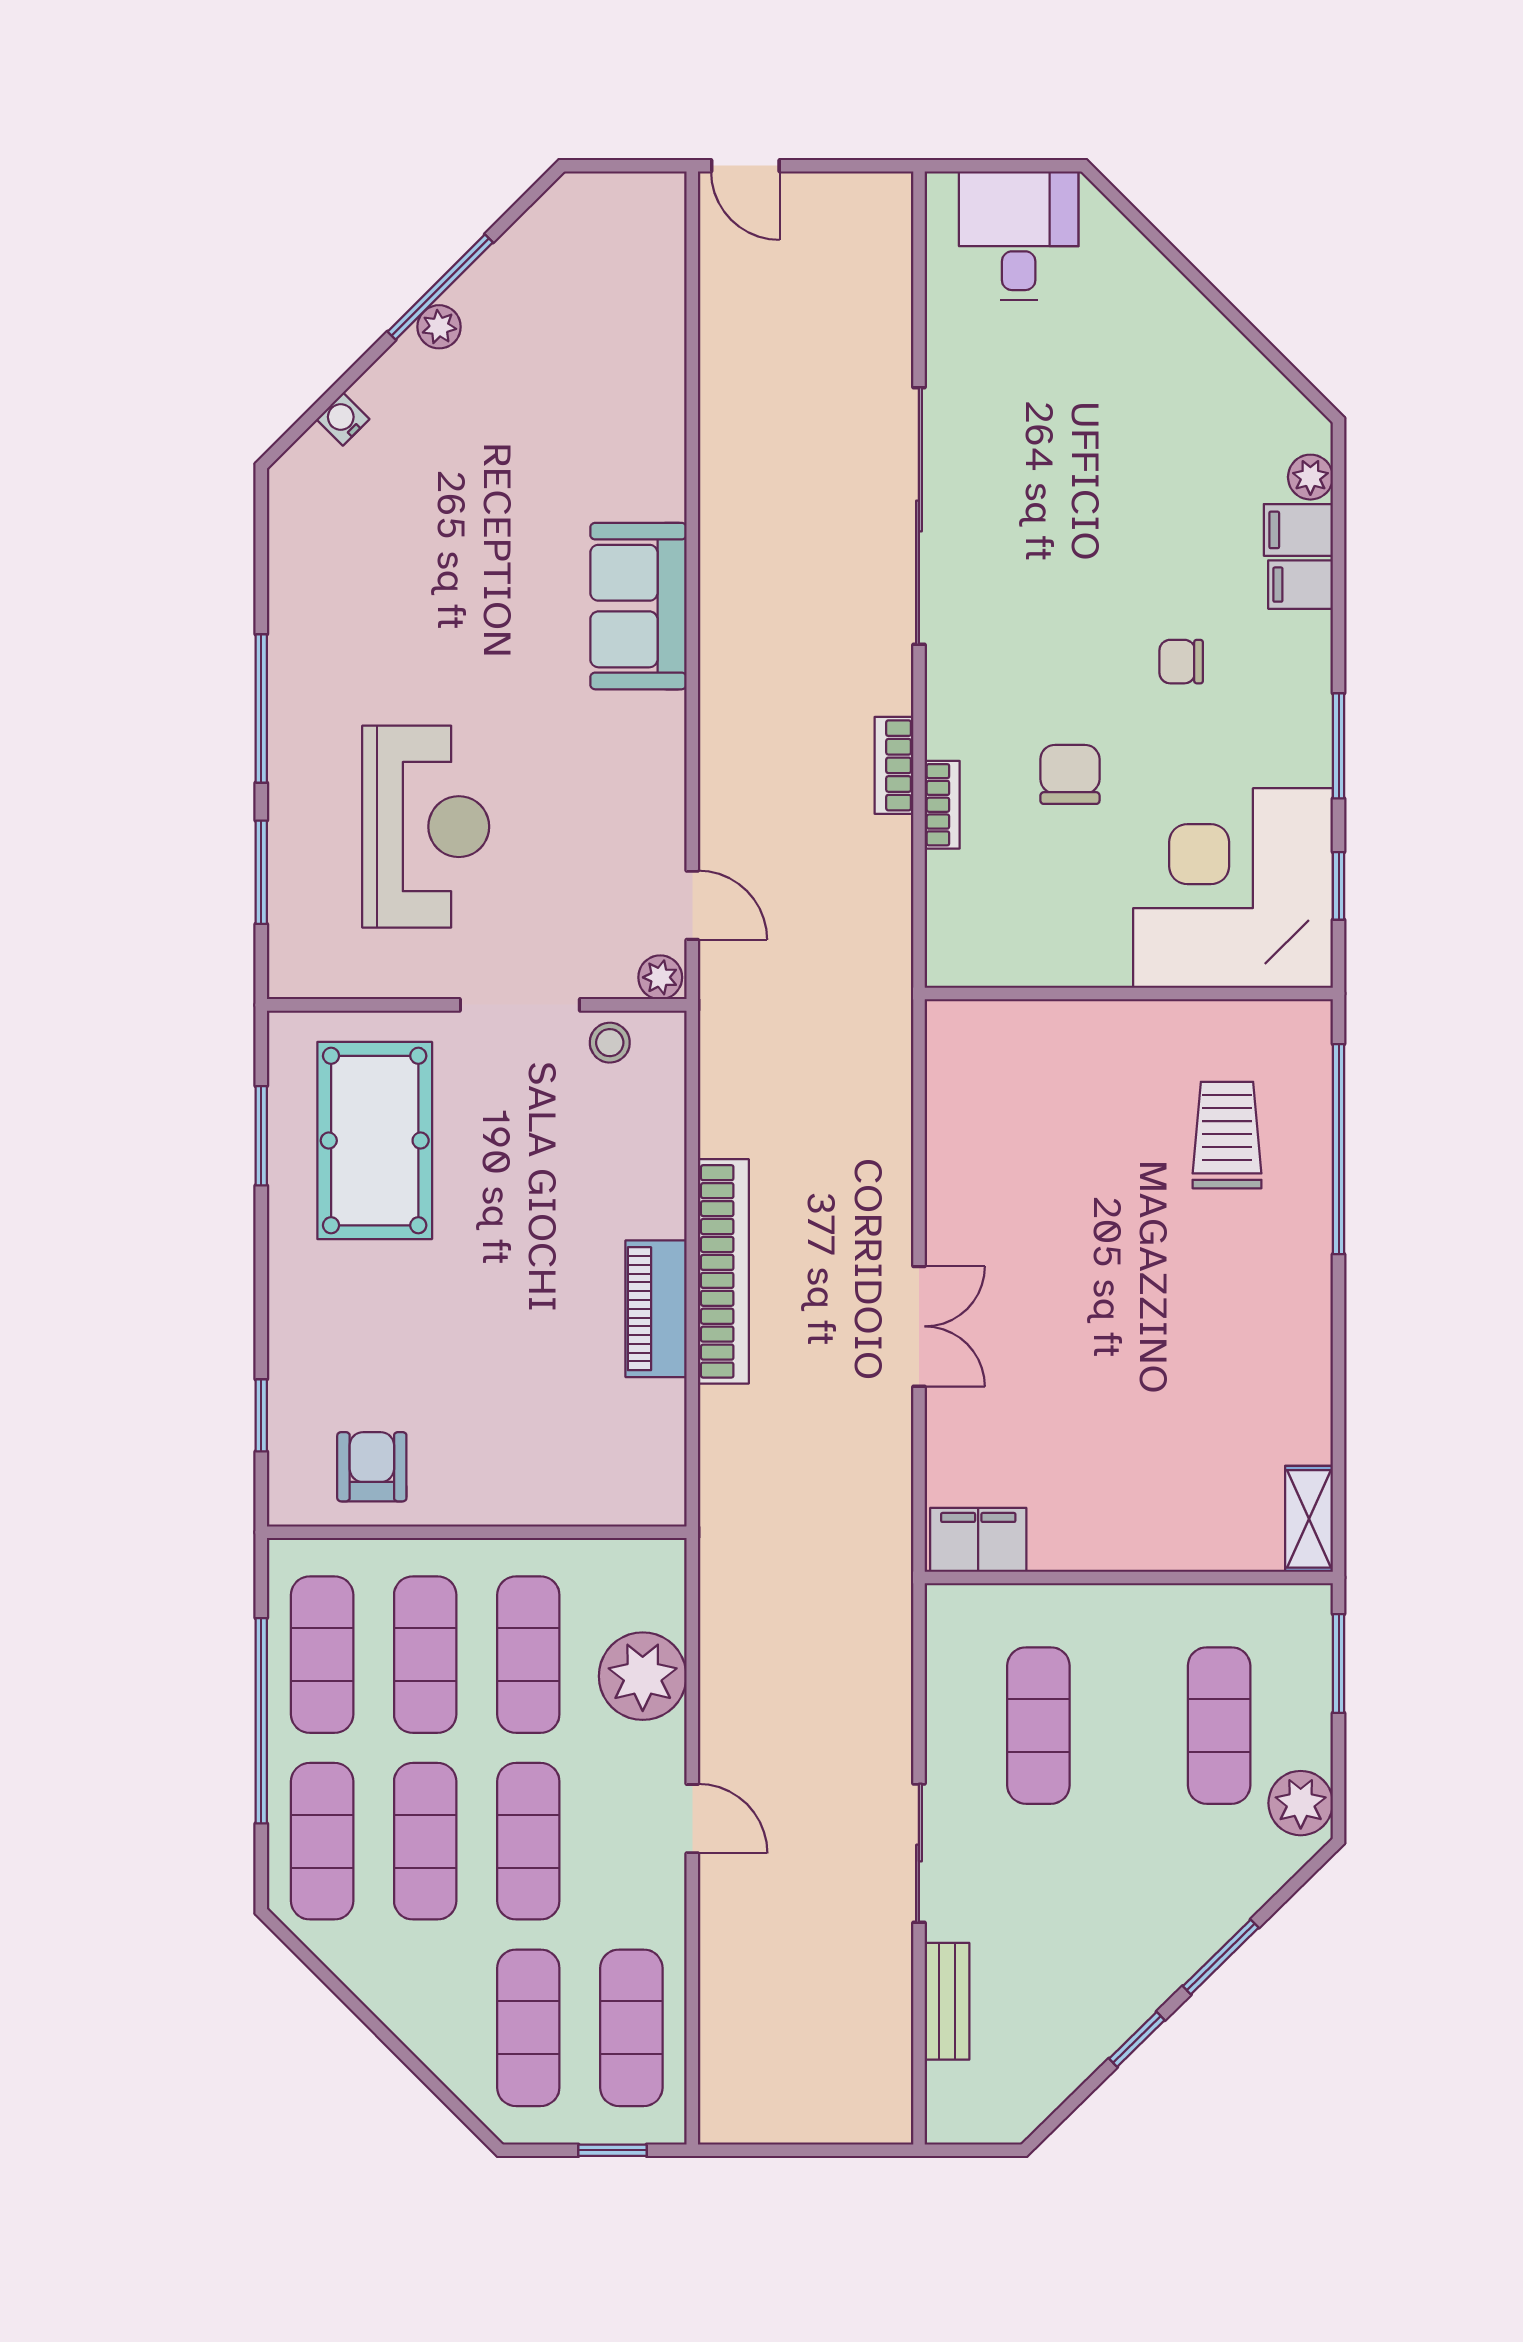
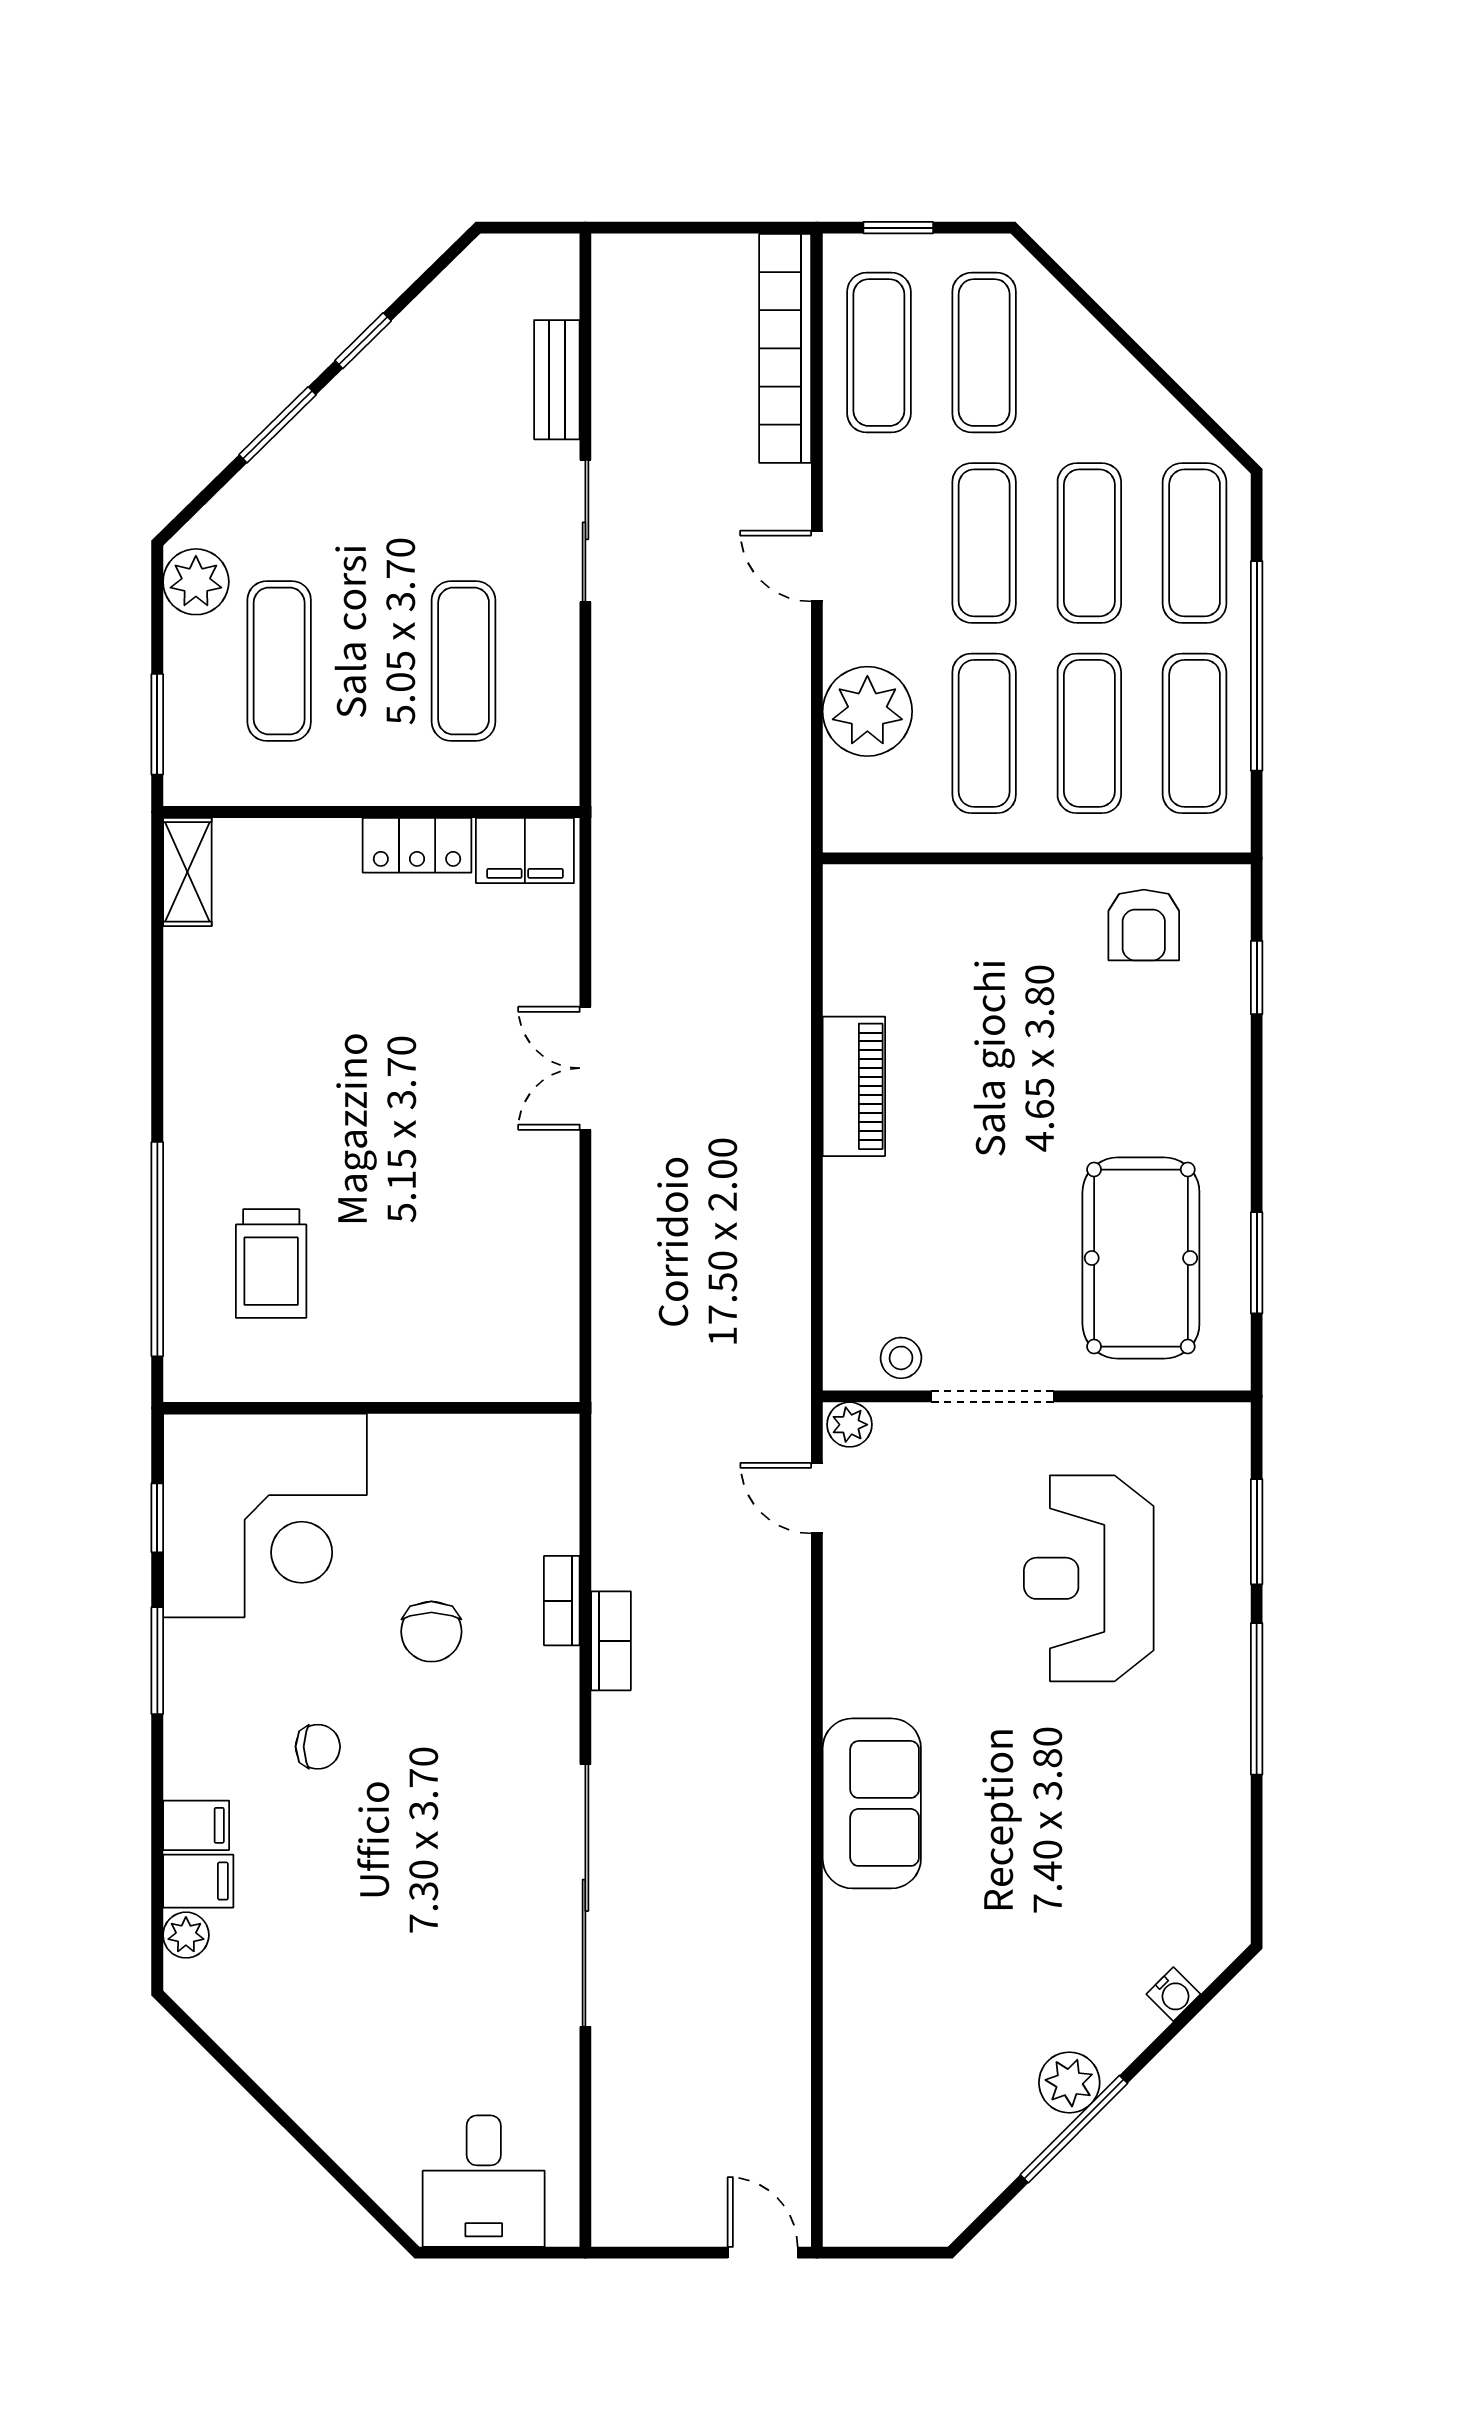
plant: (439, 327) -> (1069, 2083), width x1.38, depth x1.38
bookcase: (723, 1271) -> (785, 348), moved
locker: (1084, 1545) -> (417, 845), added

